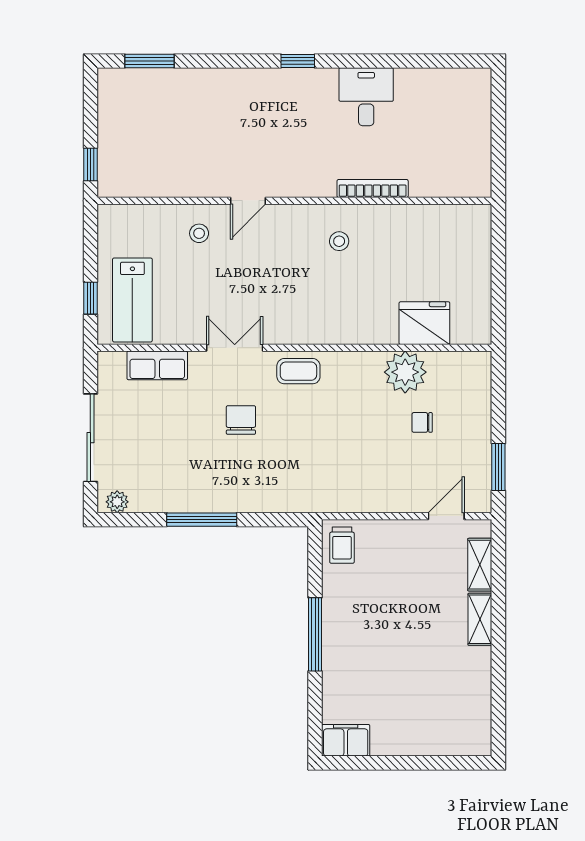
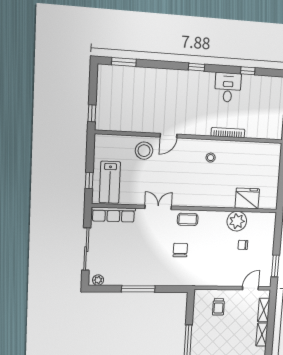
window: (406, 61) -> (248, 71), added
stool: (199, 233) -> (144, 151), width x1.89, depth x1.89
row of seats: (157, 365) -> (113, 215), width x1.48
chair: (241, 420) -> (180, 250), moved
trolley: (342, 545) -> (218, 307), moved

